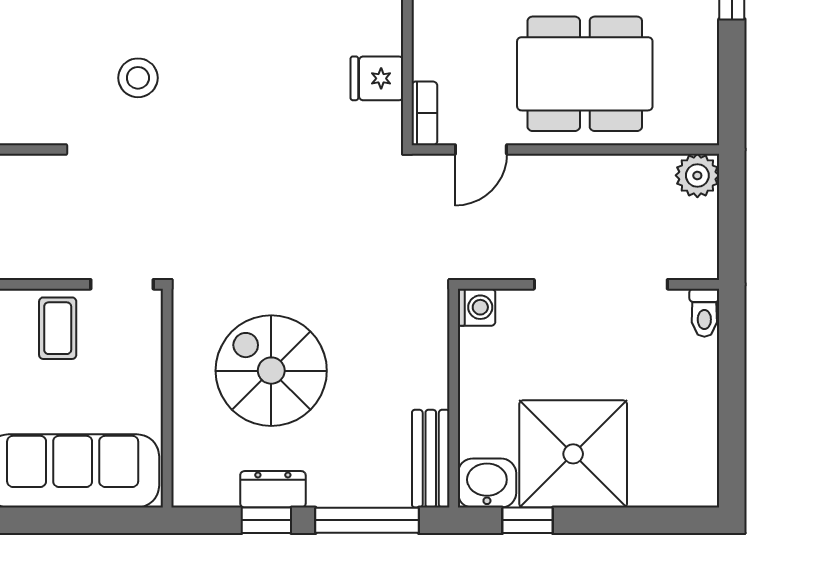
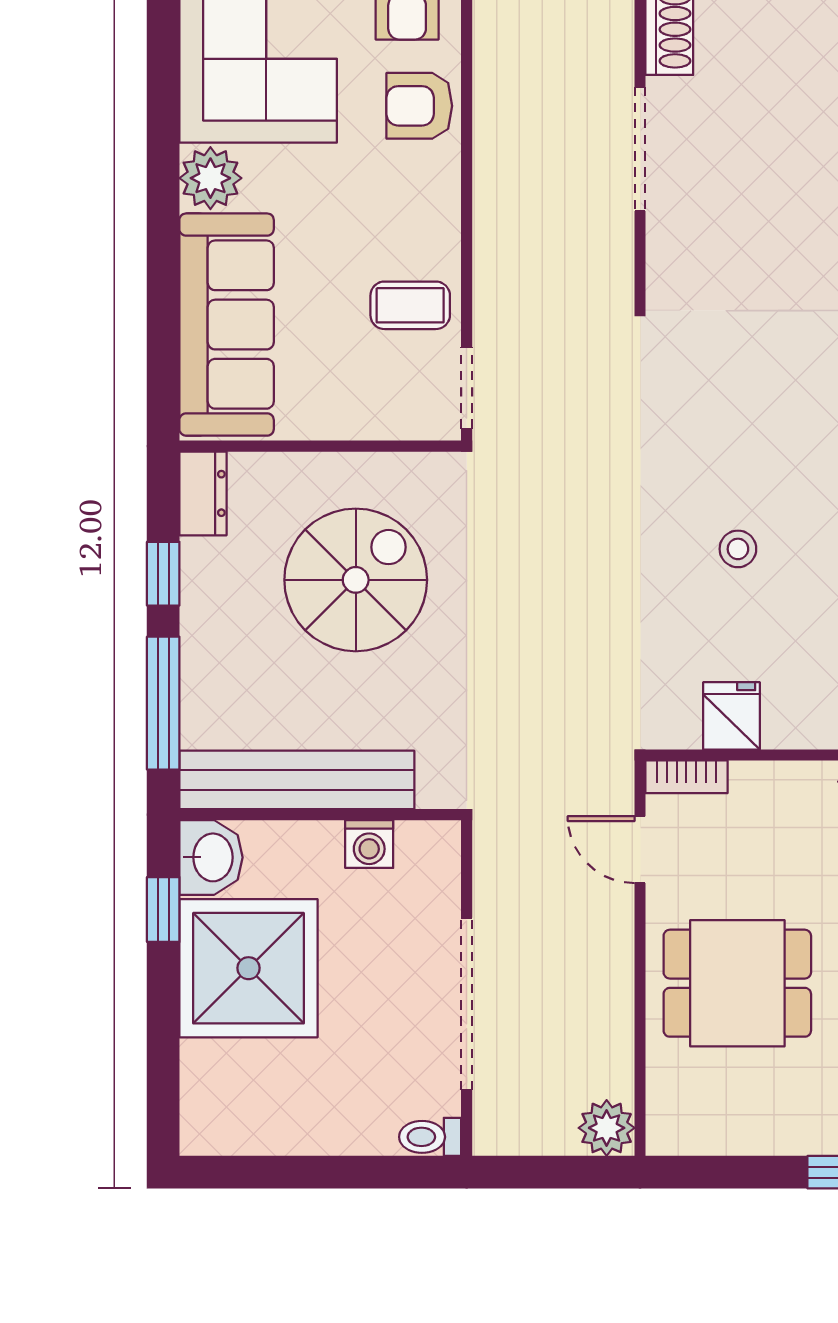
dining table: (585, 74) -> (737, 983), width x0.73
stool: (138, 78) -> (738, 549), moved, width x0.73, depth x0.73
washing machine: (477, 307) -> (369, 844), moved
bench: (431, 459) -> (297, 780), width x1.86, depth x1.21
dresser: (273, 489) -> (203, 493), moved

